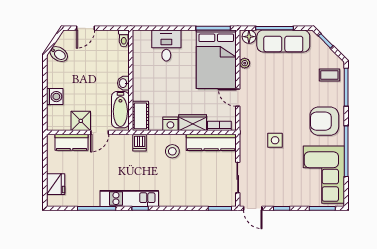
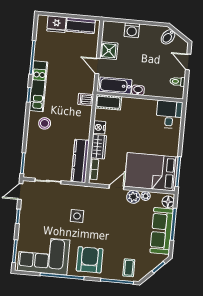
toilet: (124, 38) -> (177, 82), moved
desk: (166, 45) -> (169, 114), moved, turned -90
plant: (247, 77) -> (133, 197), added
kitchen counter: (72, 142) -> (81, 25), moved, turned -90
stool: (172, 151) -> (45, 123), moved

